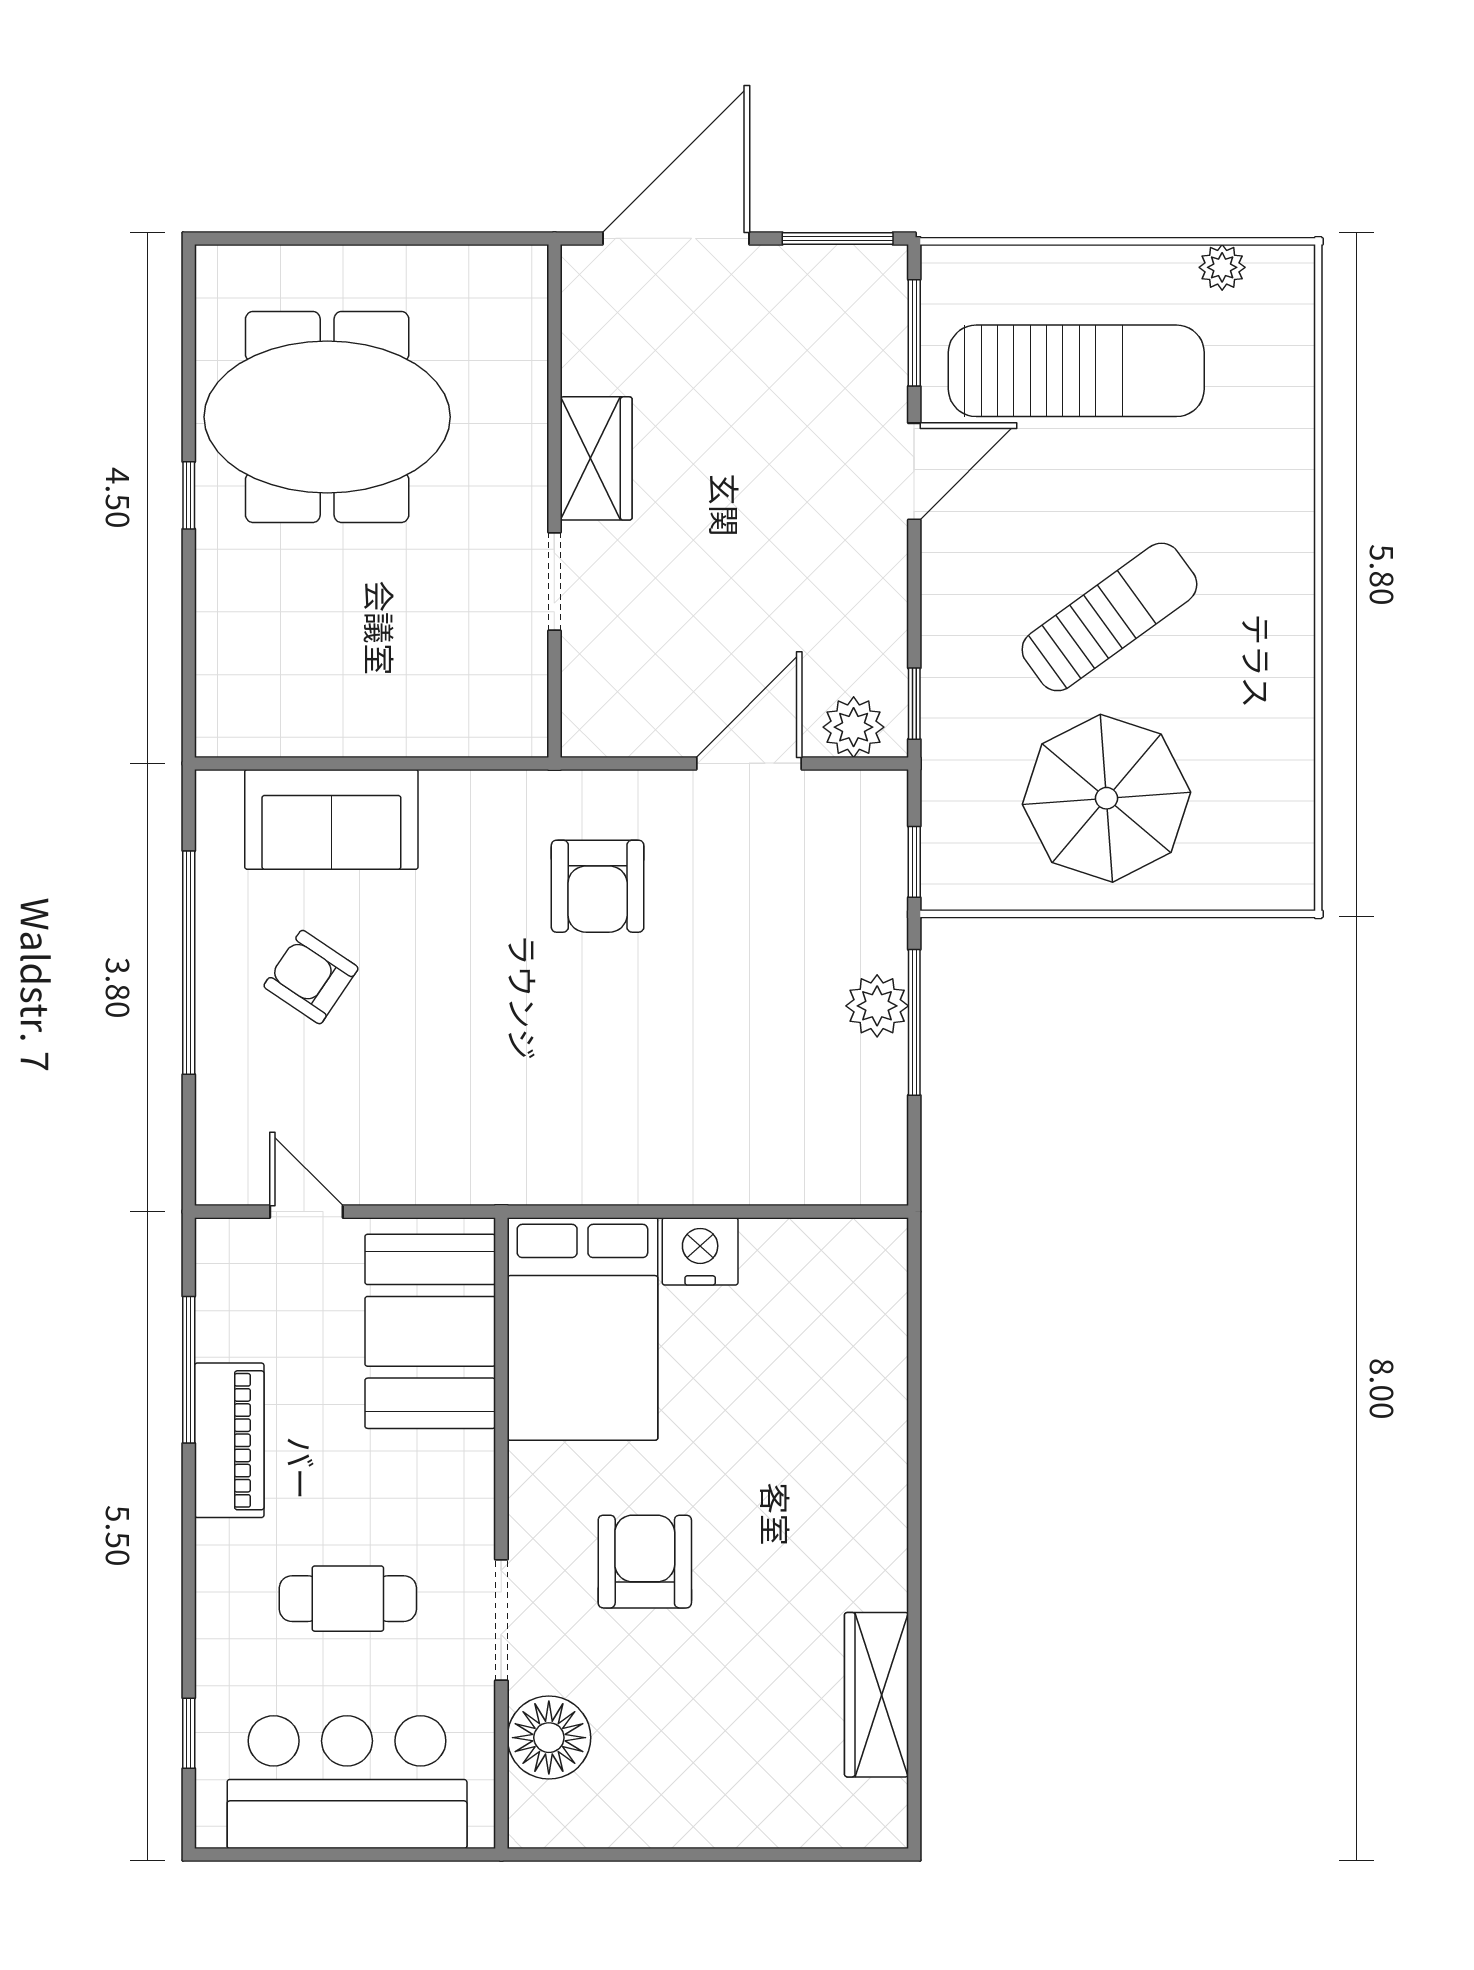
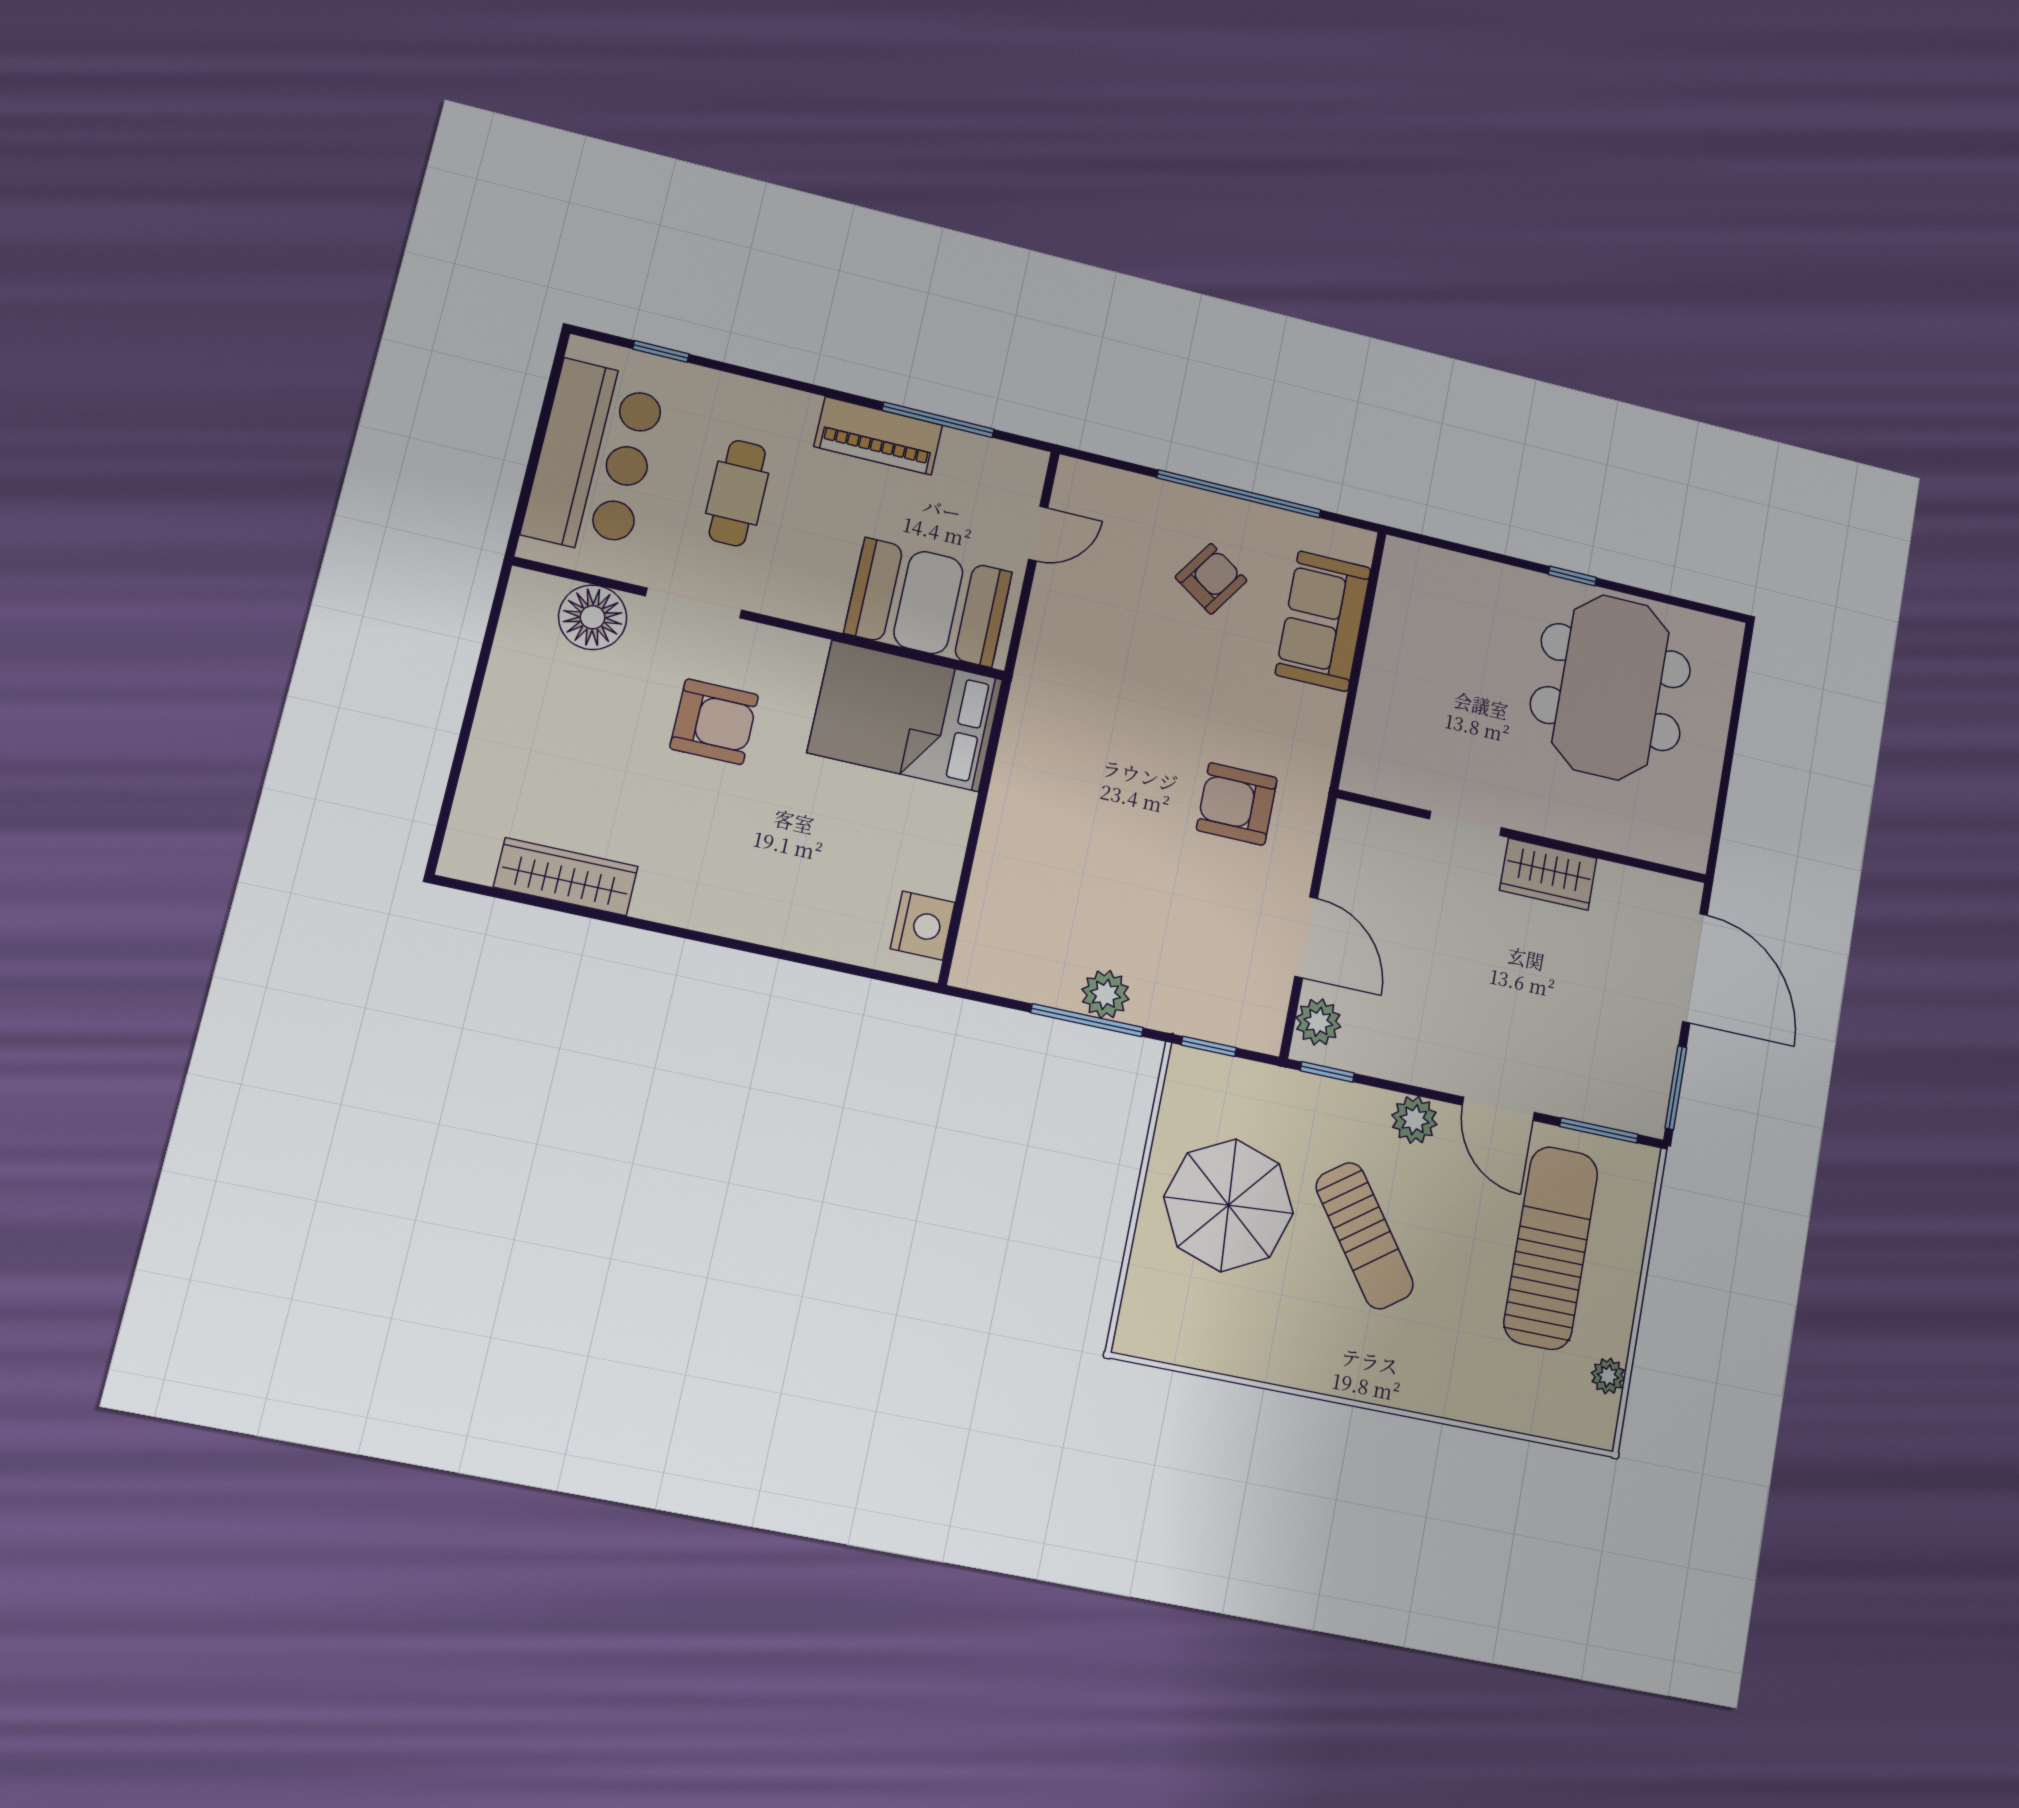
sun lounger: (1076, 371) -> (1551, 1248), turned 180
plant: (951, 579) -> (1414, 1120), added
nightstand: (700, 1251) -> (923, 926), moved

